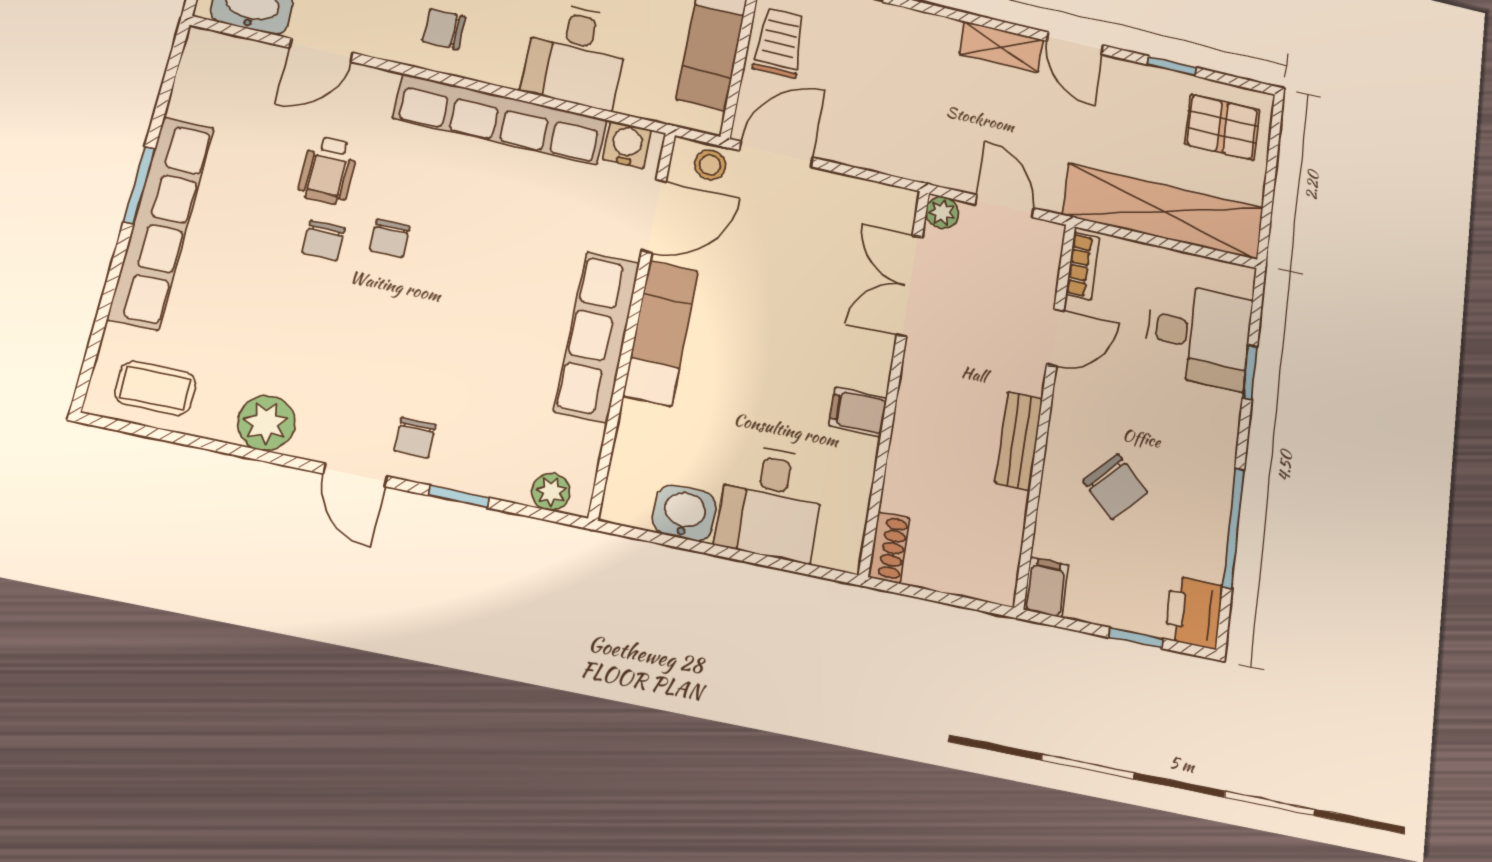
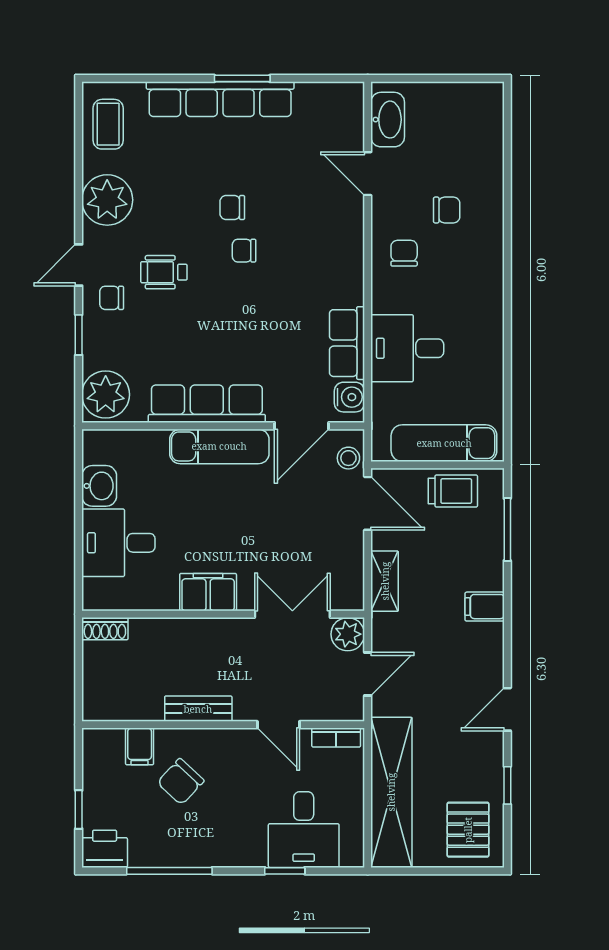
filing cabinet: (938, 39) -> (485, 607), added
shelving: (1001, 47) -> (385, 581), moved
row of seats: (500, 119) -> (347, 343), width x0.50
wheelchair: (328, 170) -> (164, 272), moved
plant: (942, 212) -> (348, 634), width x1.38, depth x1.38
door: (654, 216) -> (302, 426), hinge flipped
filing cabinet: (858, 412) -> (208, 592), width x2.00
plant: (266, 423) -> (107, 200), width x1.36, depth x1.36
plant: (551, 492) -> (106, 395), width x1.87, depth x1.87
filing cabinet: (1046, 587) -> (140, 746), moved, turned 90

